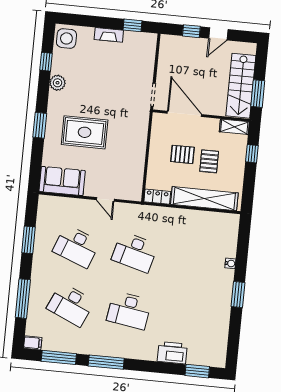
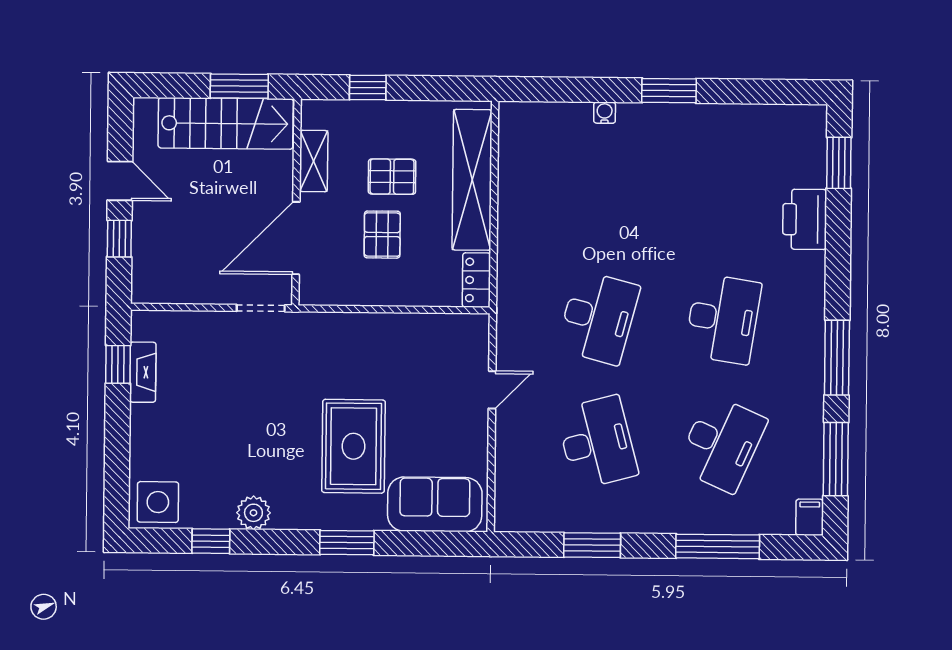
fireplace: (109, 35) -> (143, 372), moved
shelving: (234, 127) -> (314, 161), moved
sofa: (62, 181) -> (435, 504), moved, turned 90
desk: (76, 246) -> (597, 442), turned -36

